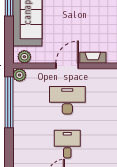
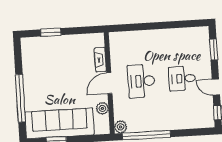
plant: (24, 57) -> (102, 108), moved
door: (67, 66) -> (109, 83), hinge flipped

